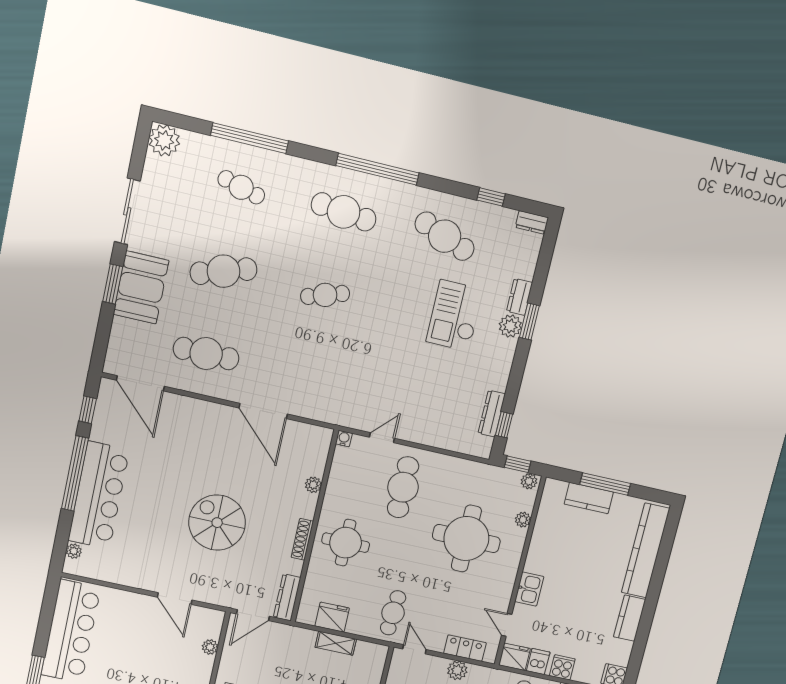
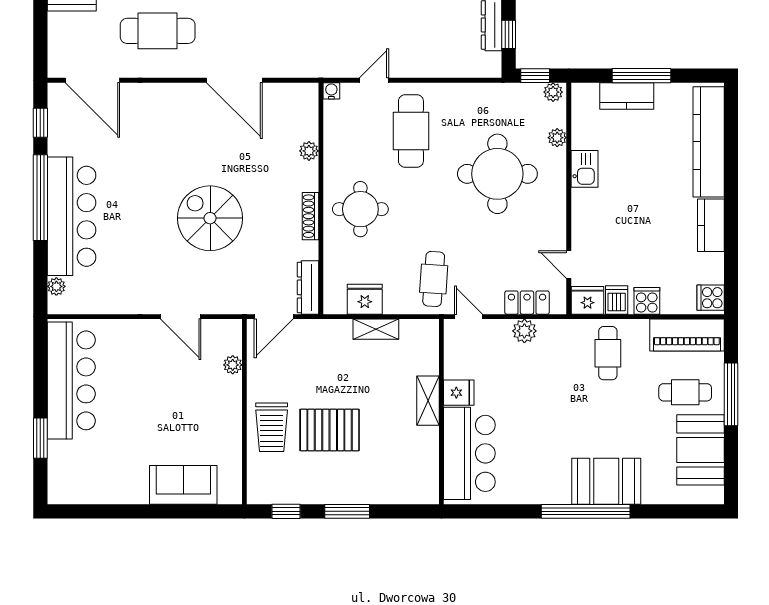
kitchen sink: (529, 589) -> (585, 169), moved

